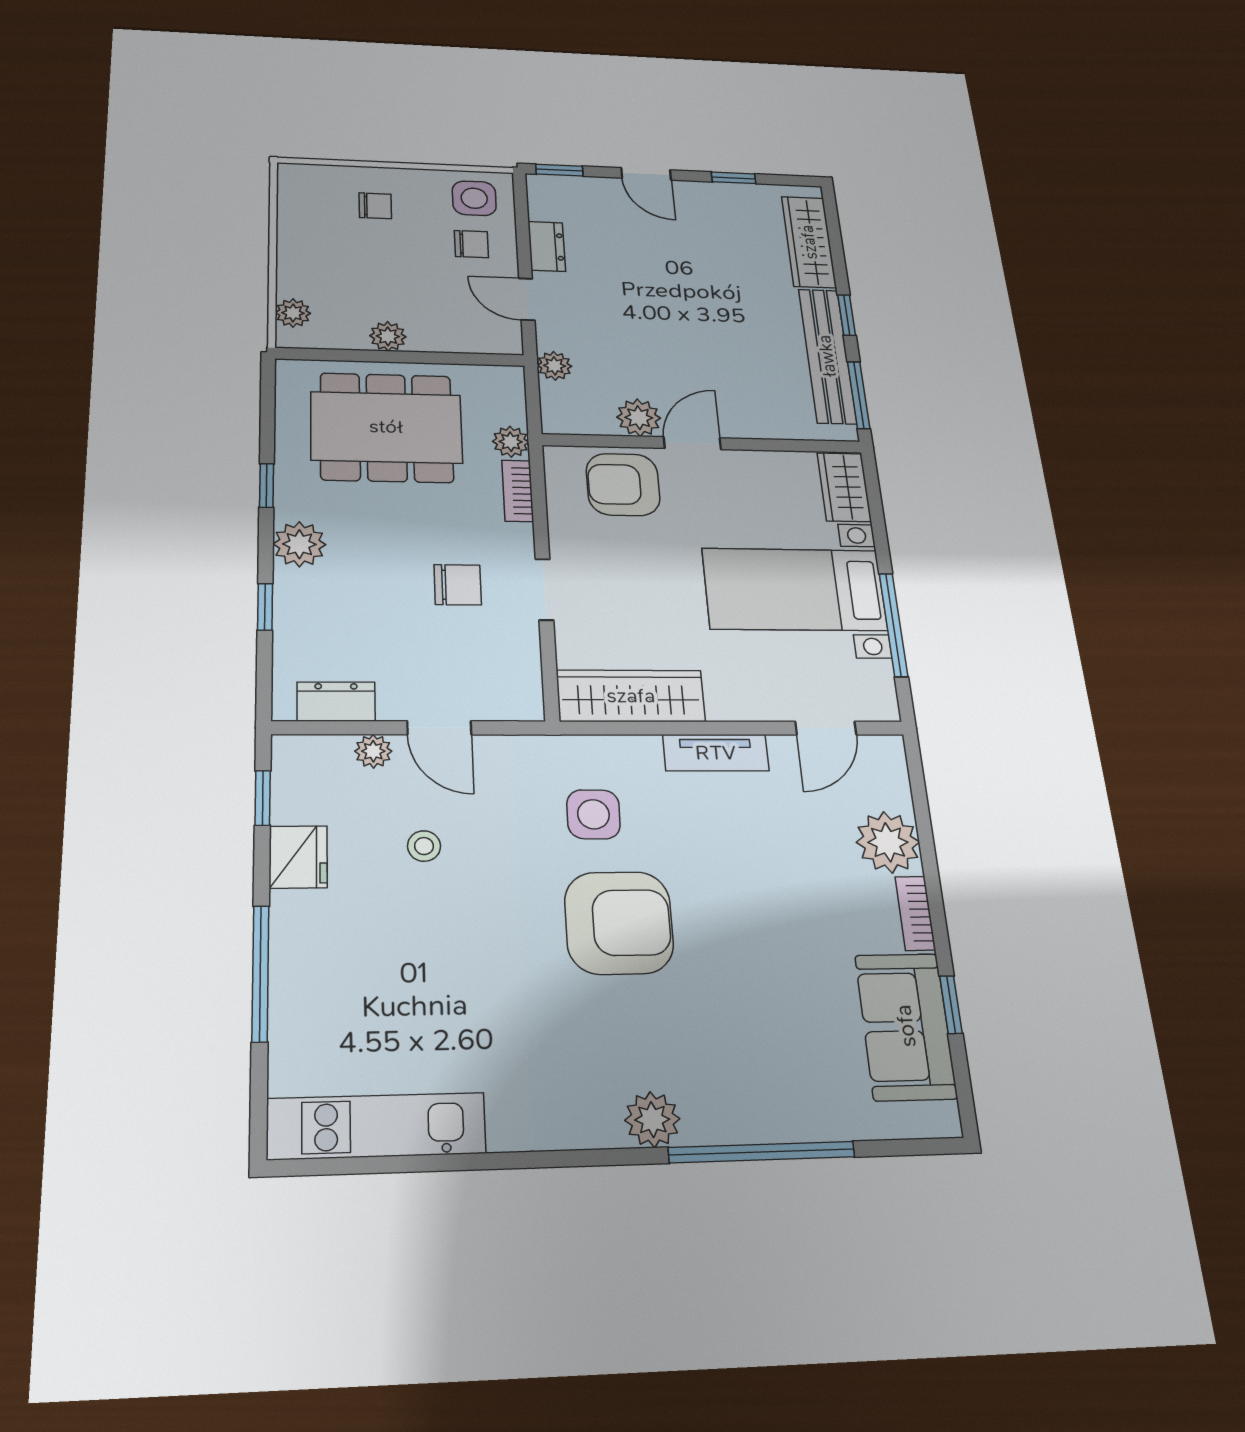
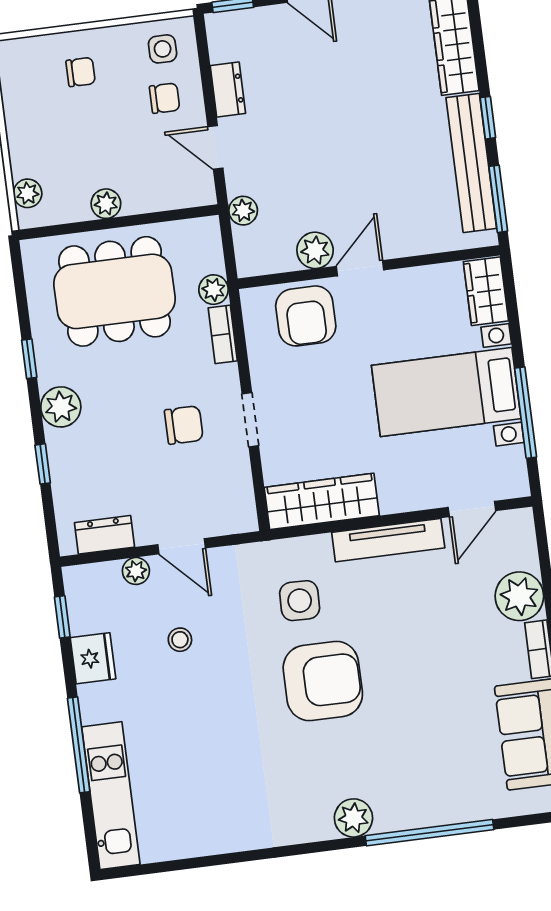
side table: (474, 198) -> (163, 49), width x0.73, depth x0.73
armchair: (623, 484) -> (306, 316), turned -90
tv unit: (716, 753) -> (388, 540), width x1.41
kitchen unit: (376, 1126) -> (111, 796), moved, turned 90

